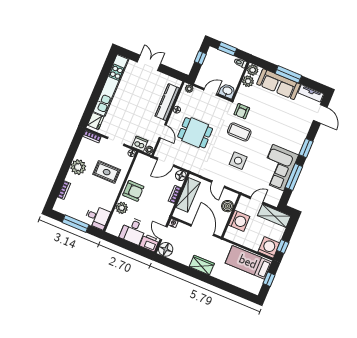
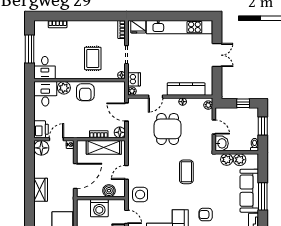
plant: (253, 70) -> (227, 160), moved
armchair: (242, 111) -> (206, 215), moved
side table: (238, 161) -> (140, 194), moved
plant: (78, 167) -> (86, 29), removed
desk: (133, 231) -> (45, 94), moved, turned 90

